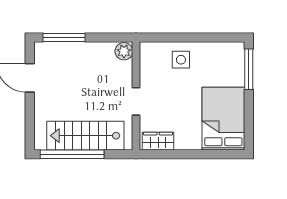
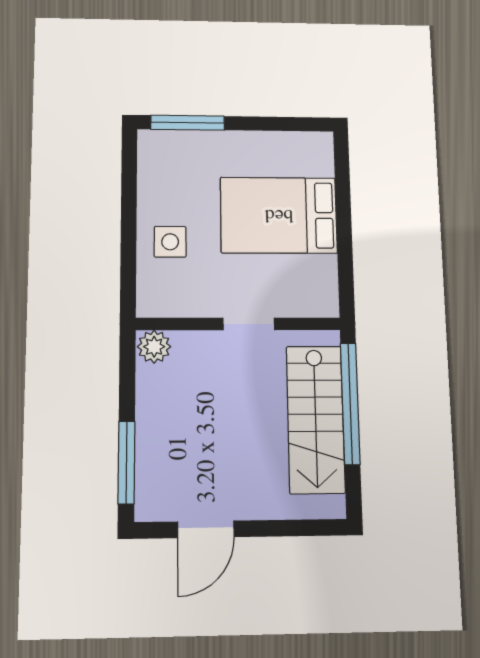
bed: (223, 119) -> (279, 215), moved
wardrobe: (158, 141) -> (322, 284), removed
window: (72, 154) -> (350, 403), moved

